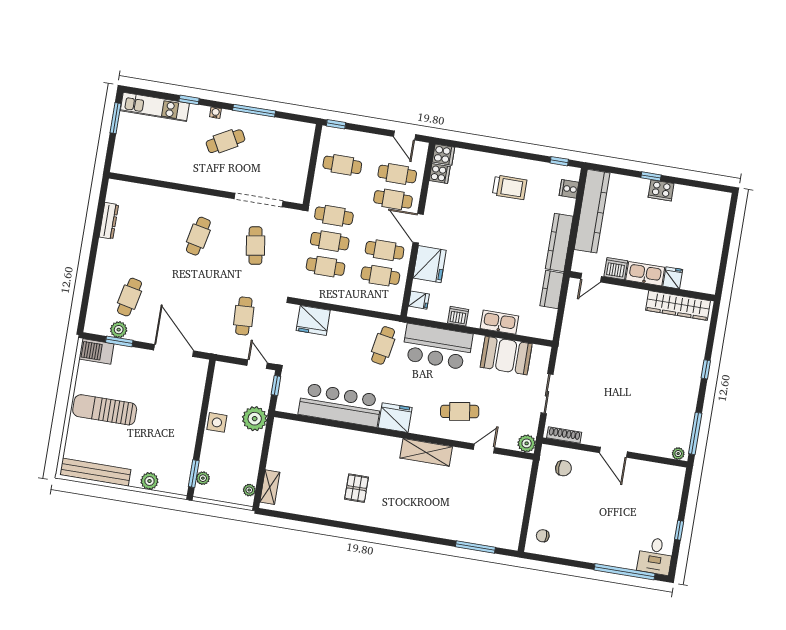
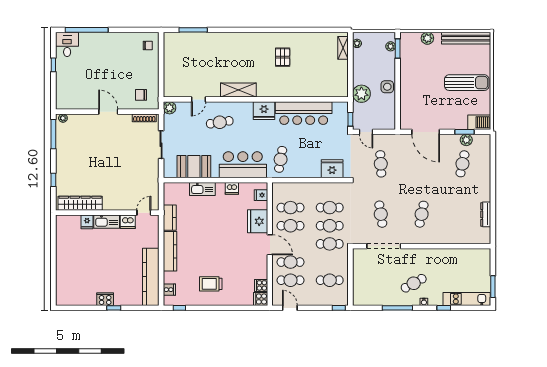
dishwasher: (616, 269) -> (128, 222), moved
kitchen sink: (645, 274) -> (107, 222), moved
door: (591, 278) -> (144, 213), moved
fridge: (673, 278) -> (87, 222), moved
wall: (642, 286) -> (107, 213), moved
wardrobe: (678, 305) -> (80, 203), moved

